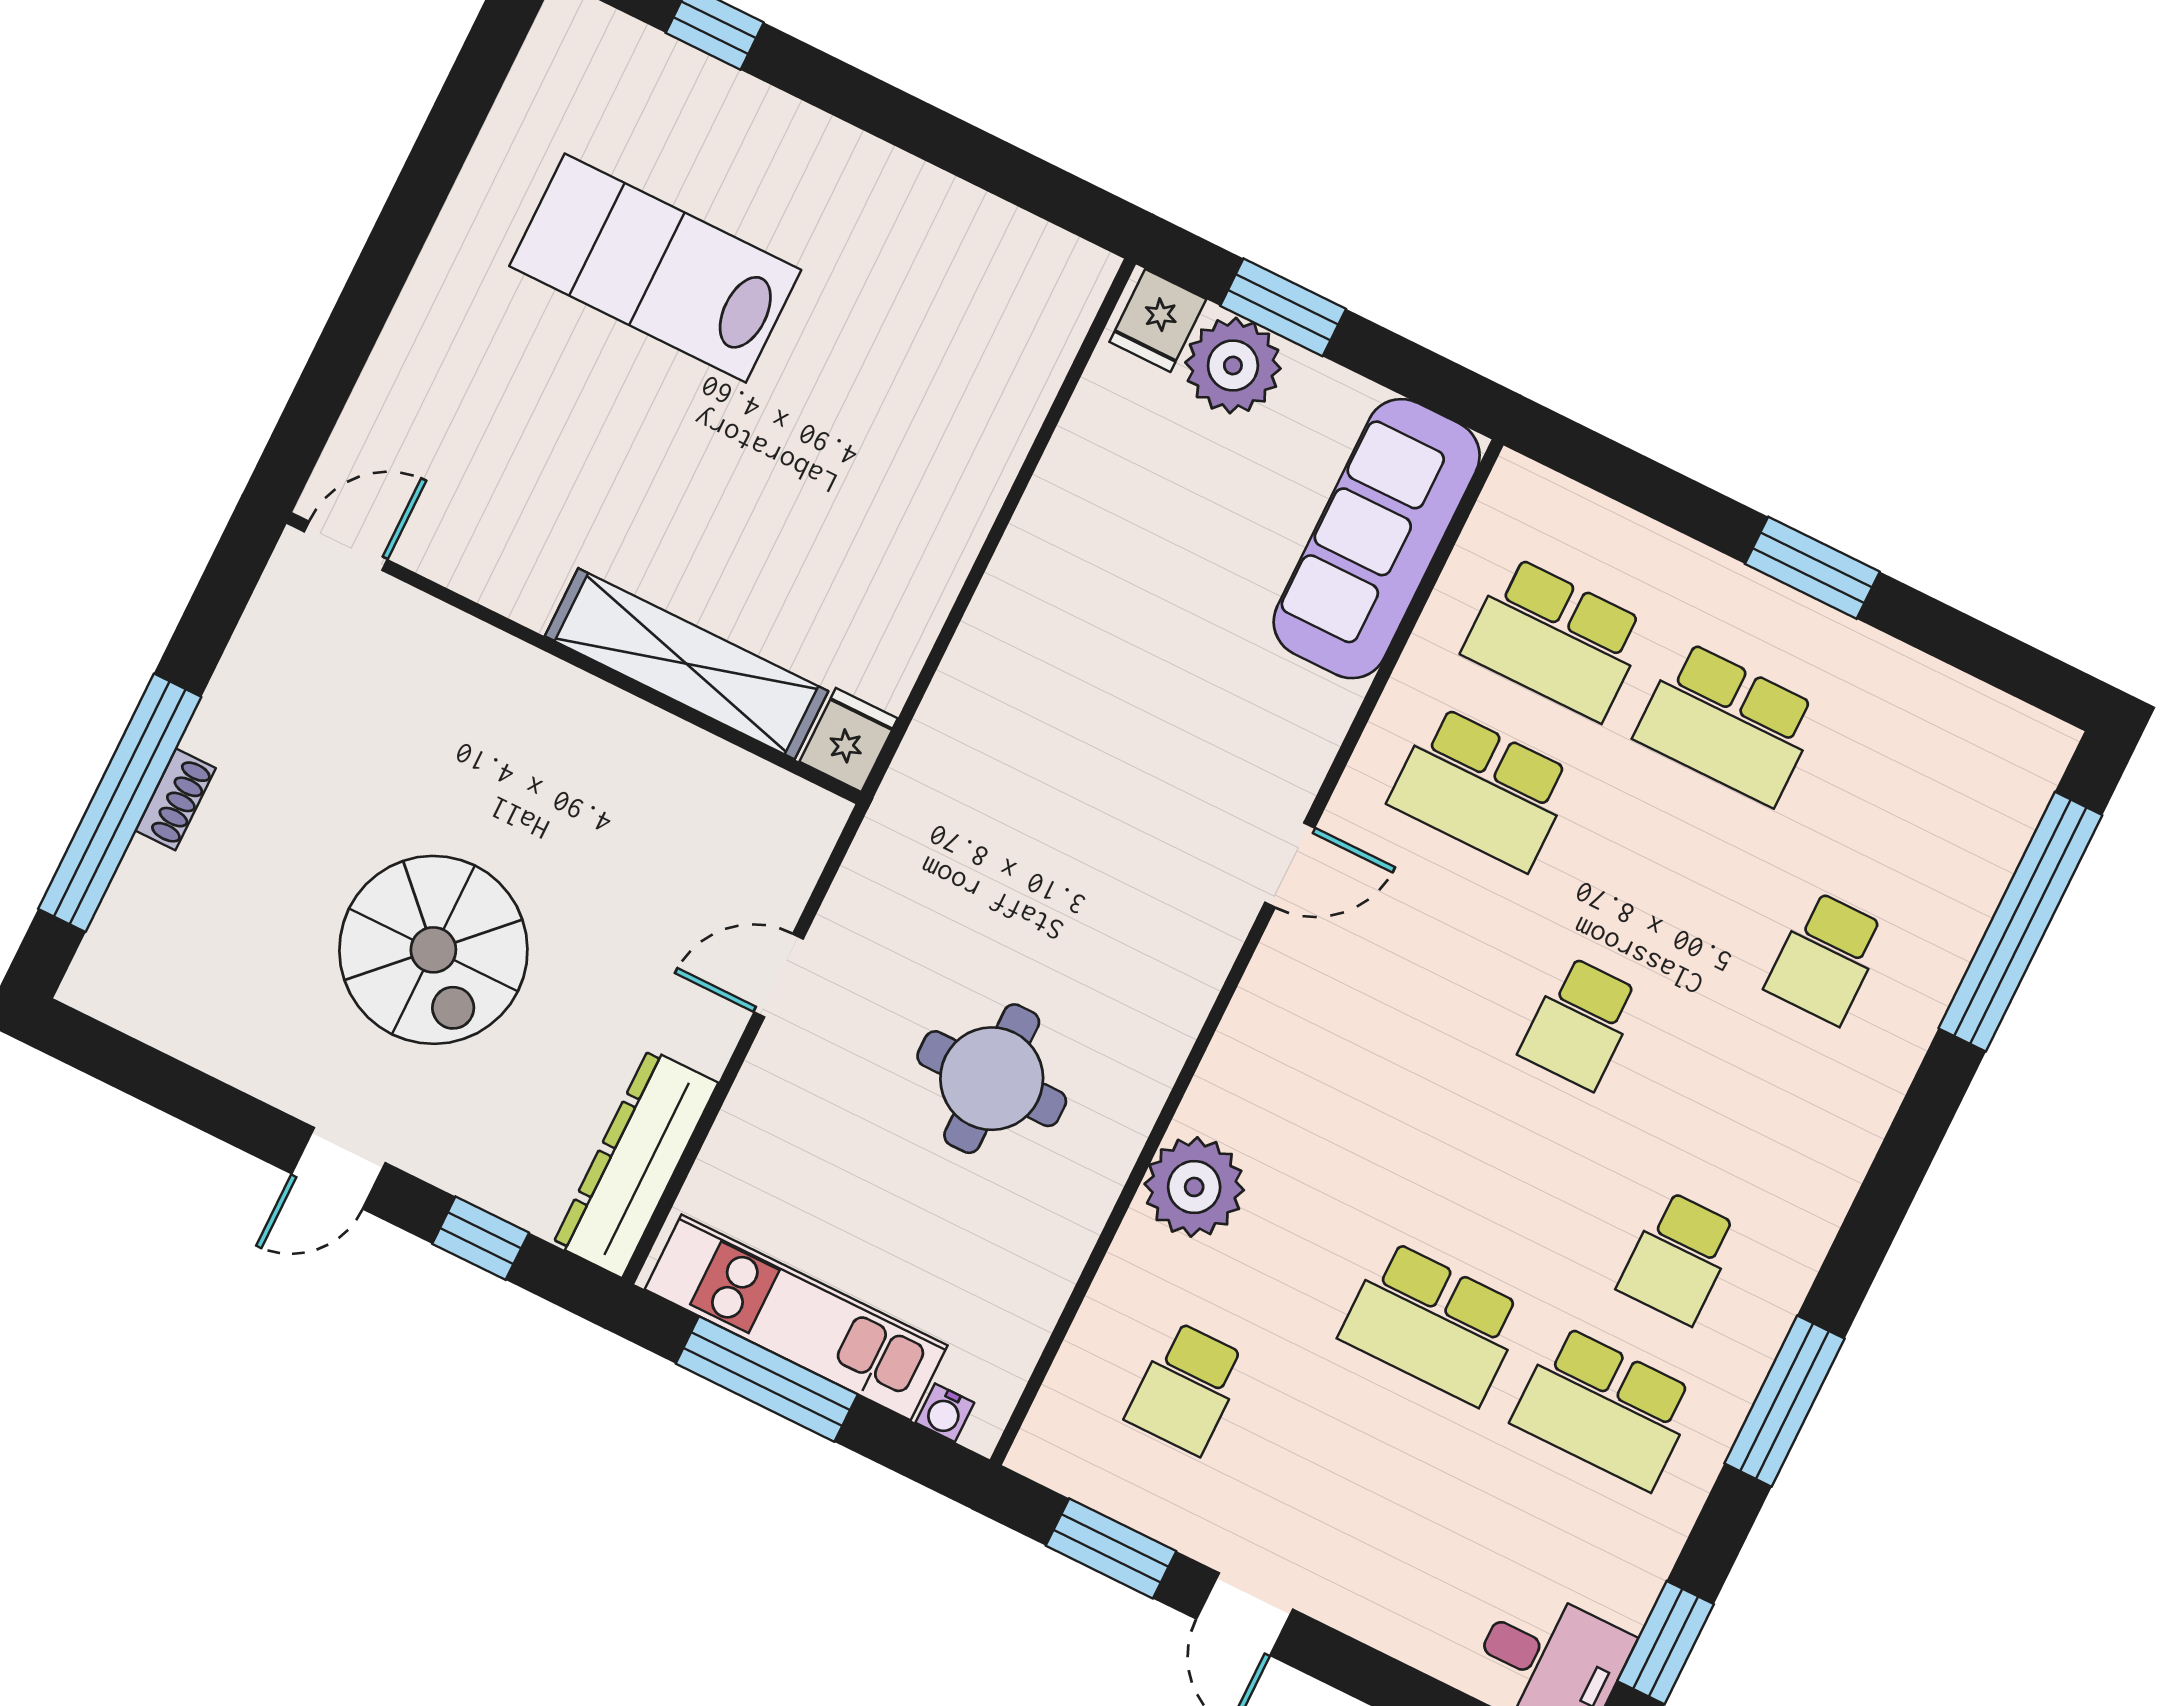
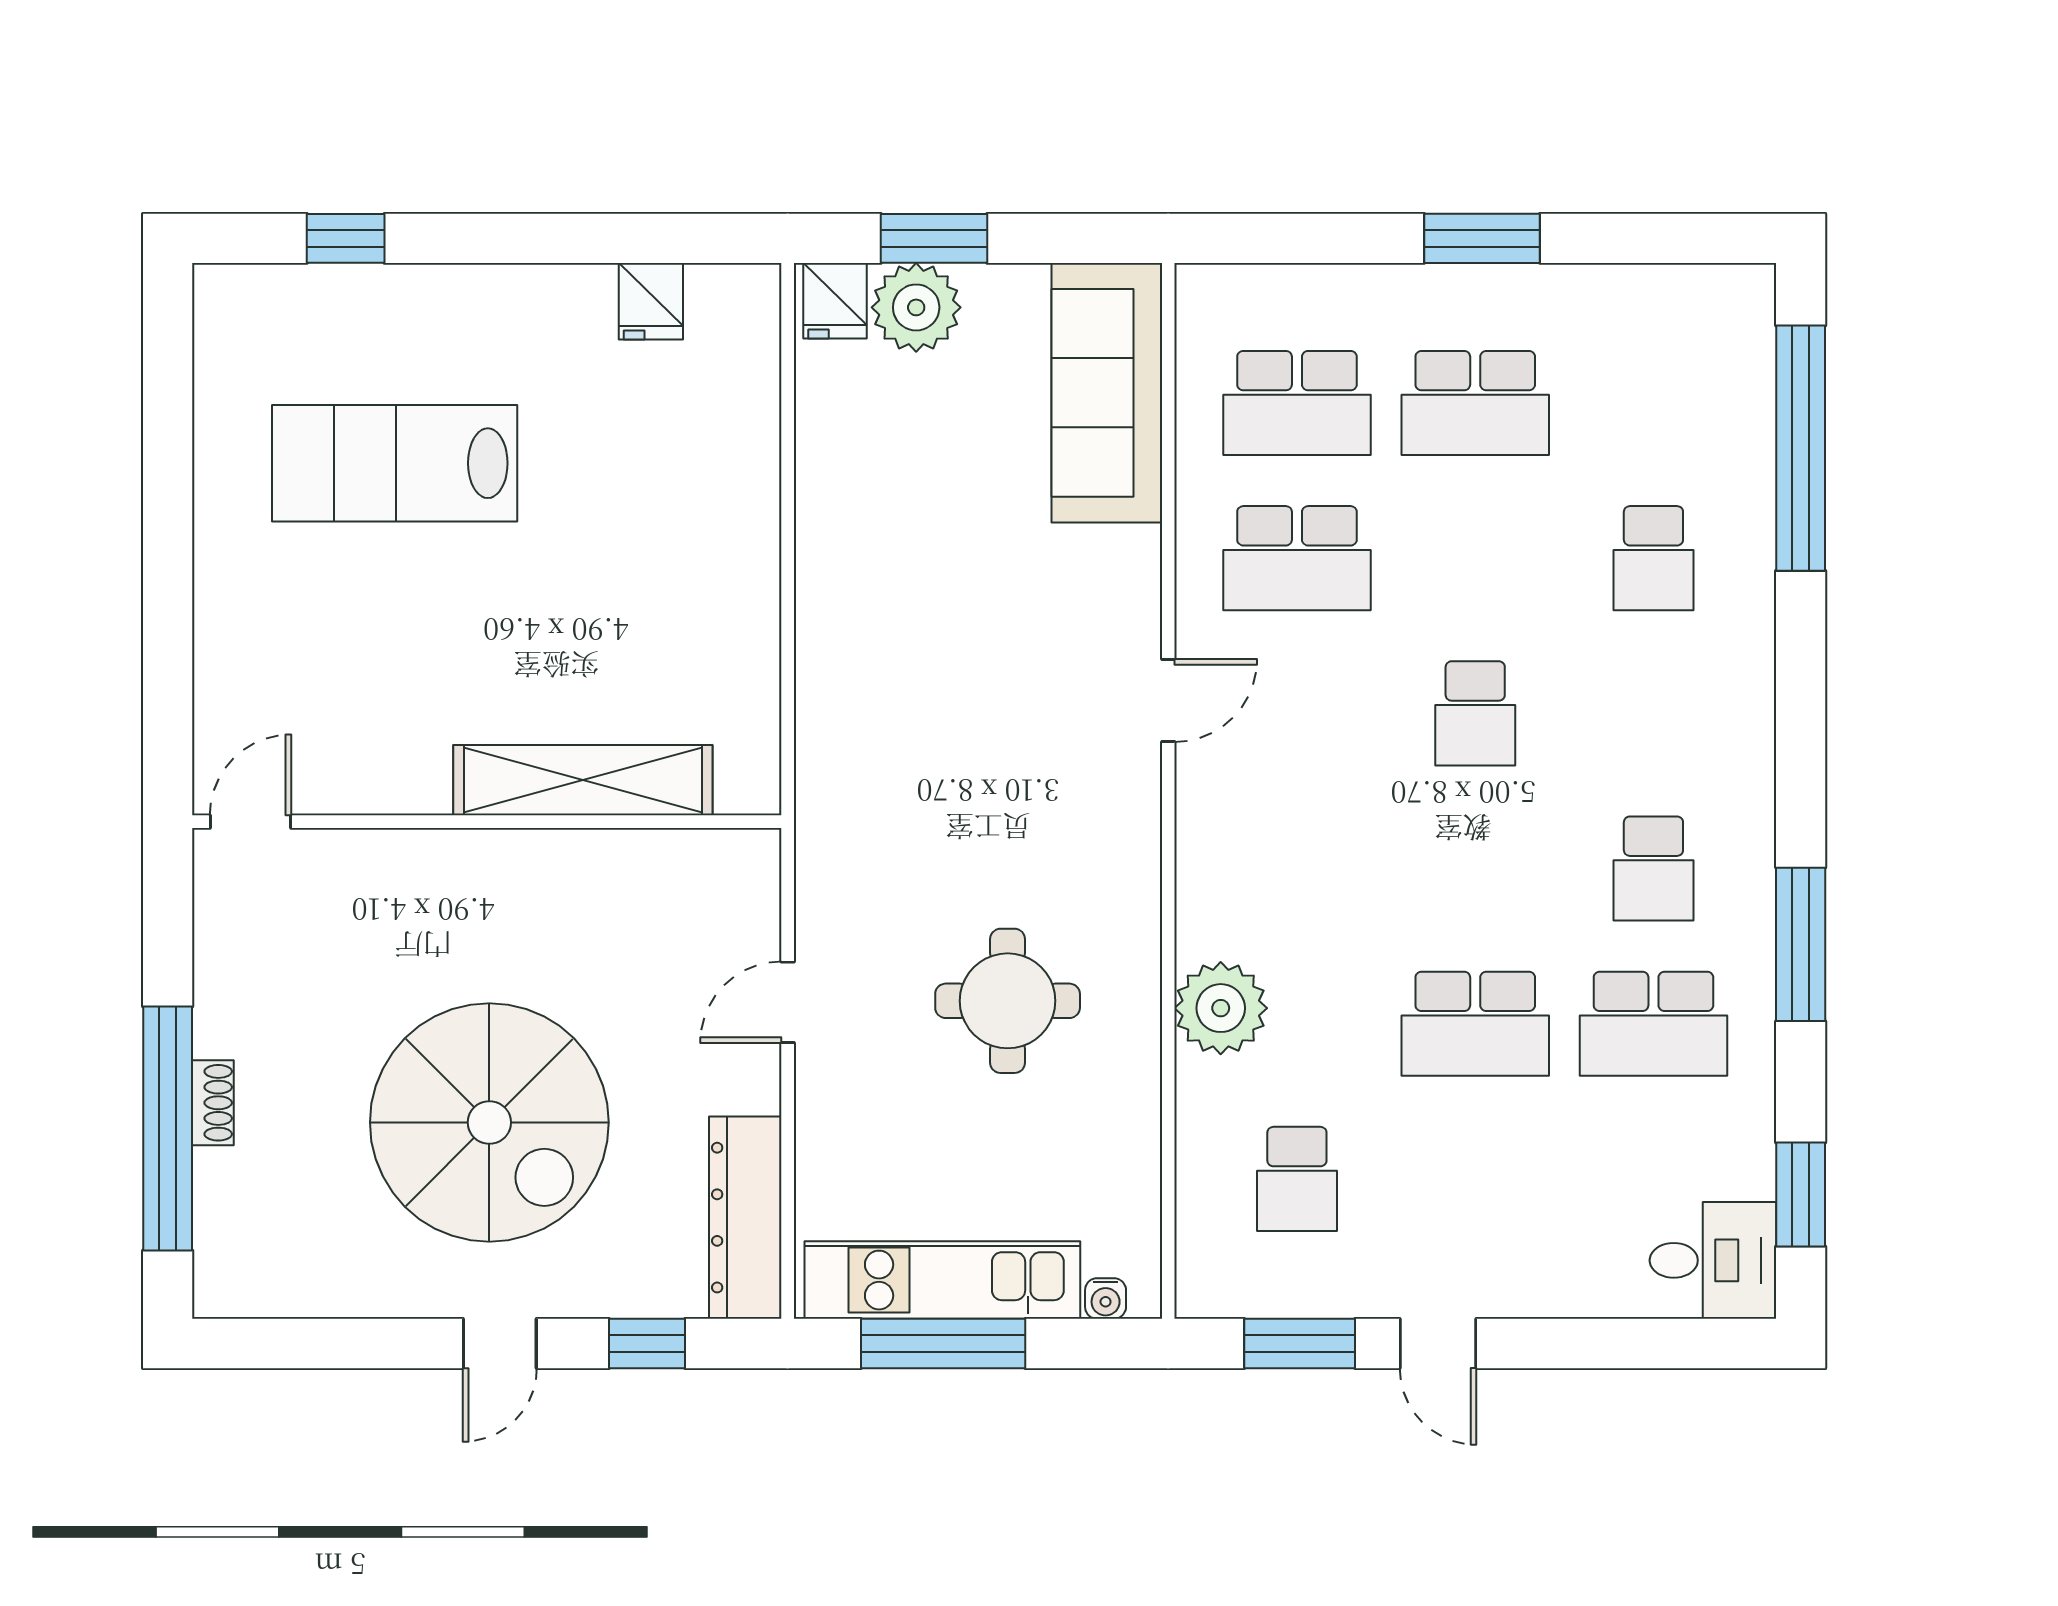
fridge: (849, 740) -> (651, 301), moved, turned 180
spiral stairs: (433, 950) -> (489, 1122), width x1.37, depth x1.37

